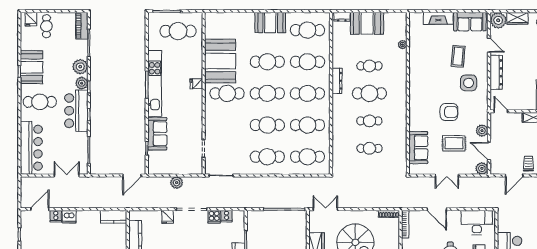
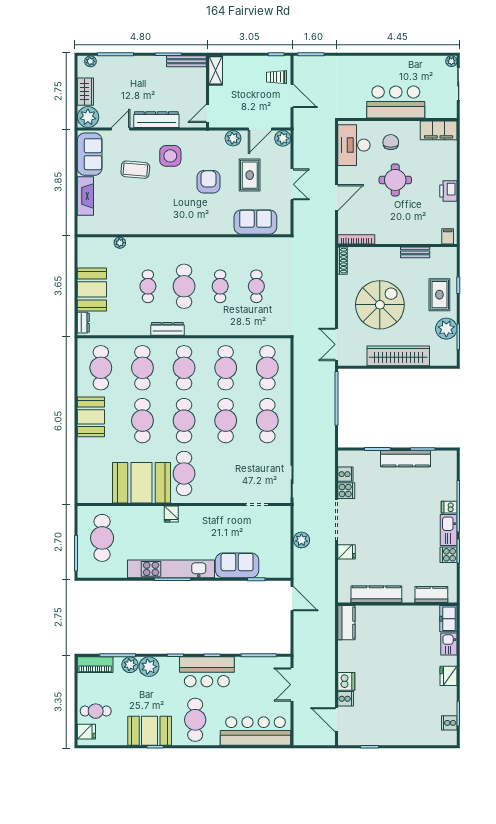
plant: (82, 83) -> (130, 665), moved

